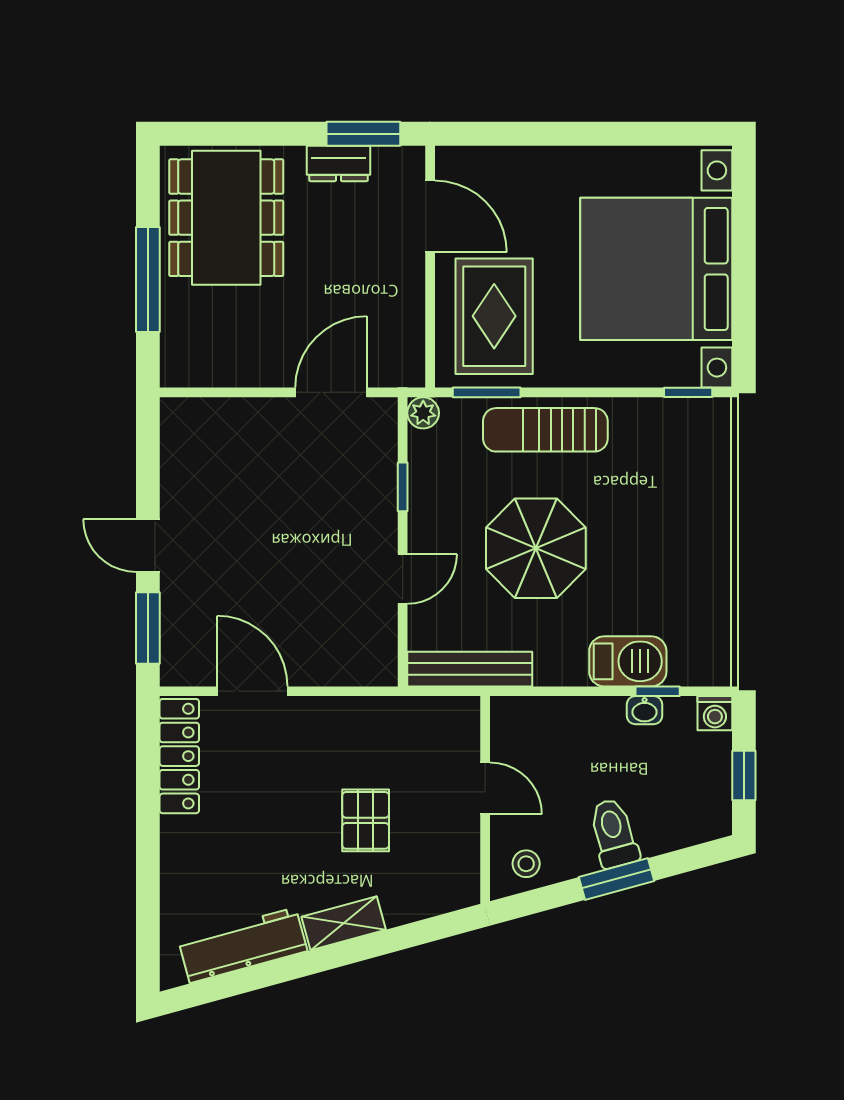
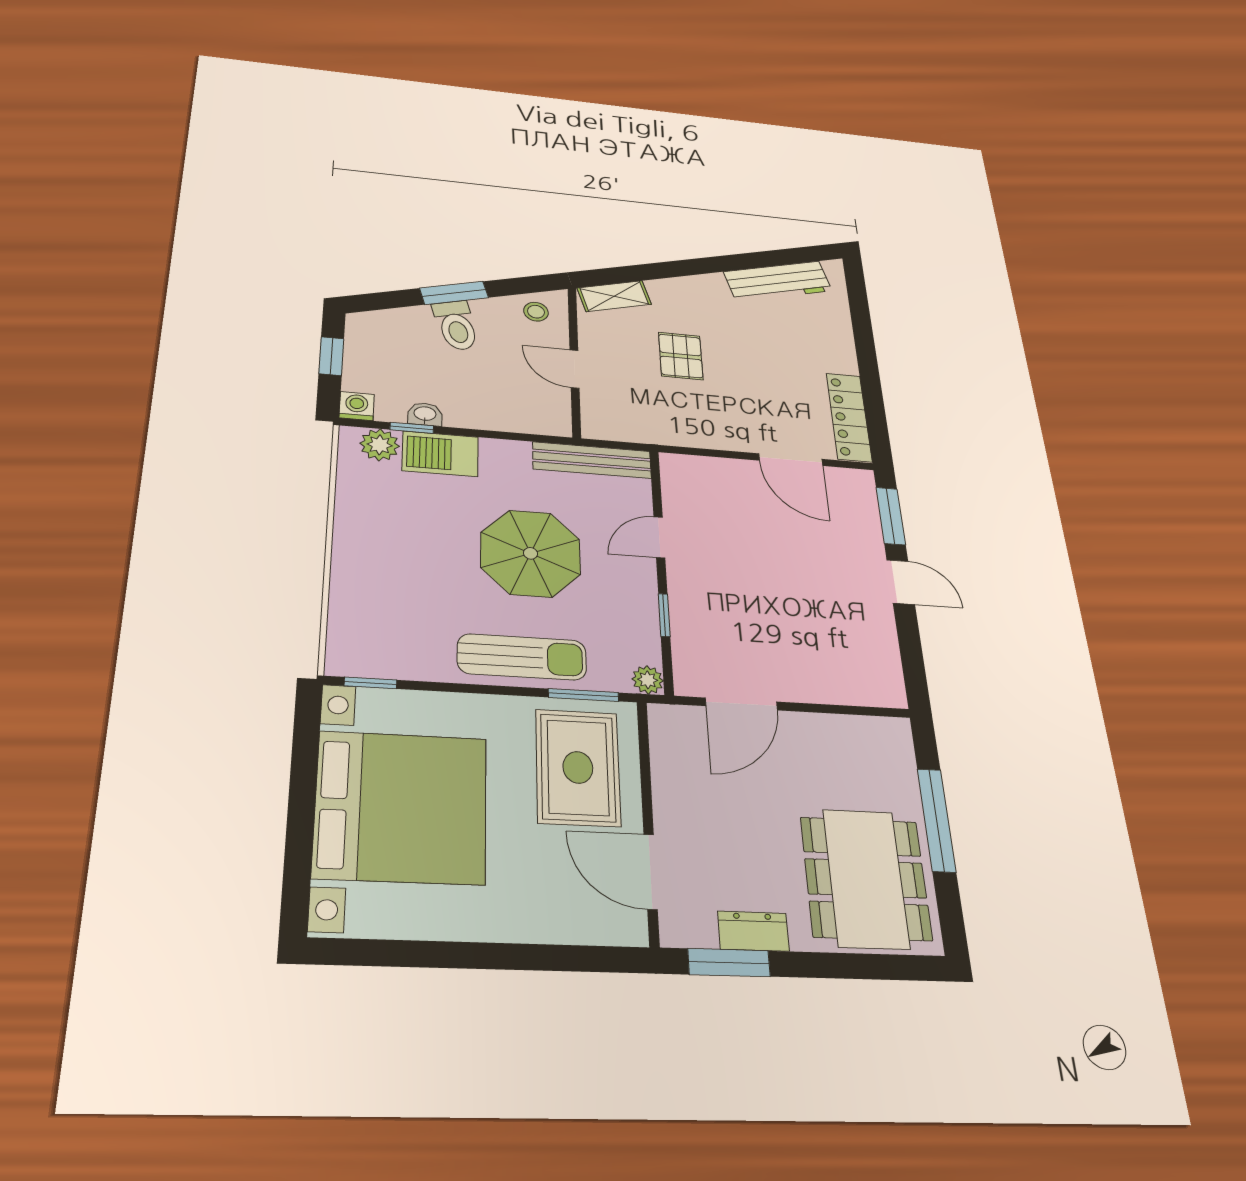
plant: (690, 666) -> (380, 445), added
shelving: (344, 923) -> (614, 296), moved

